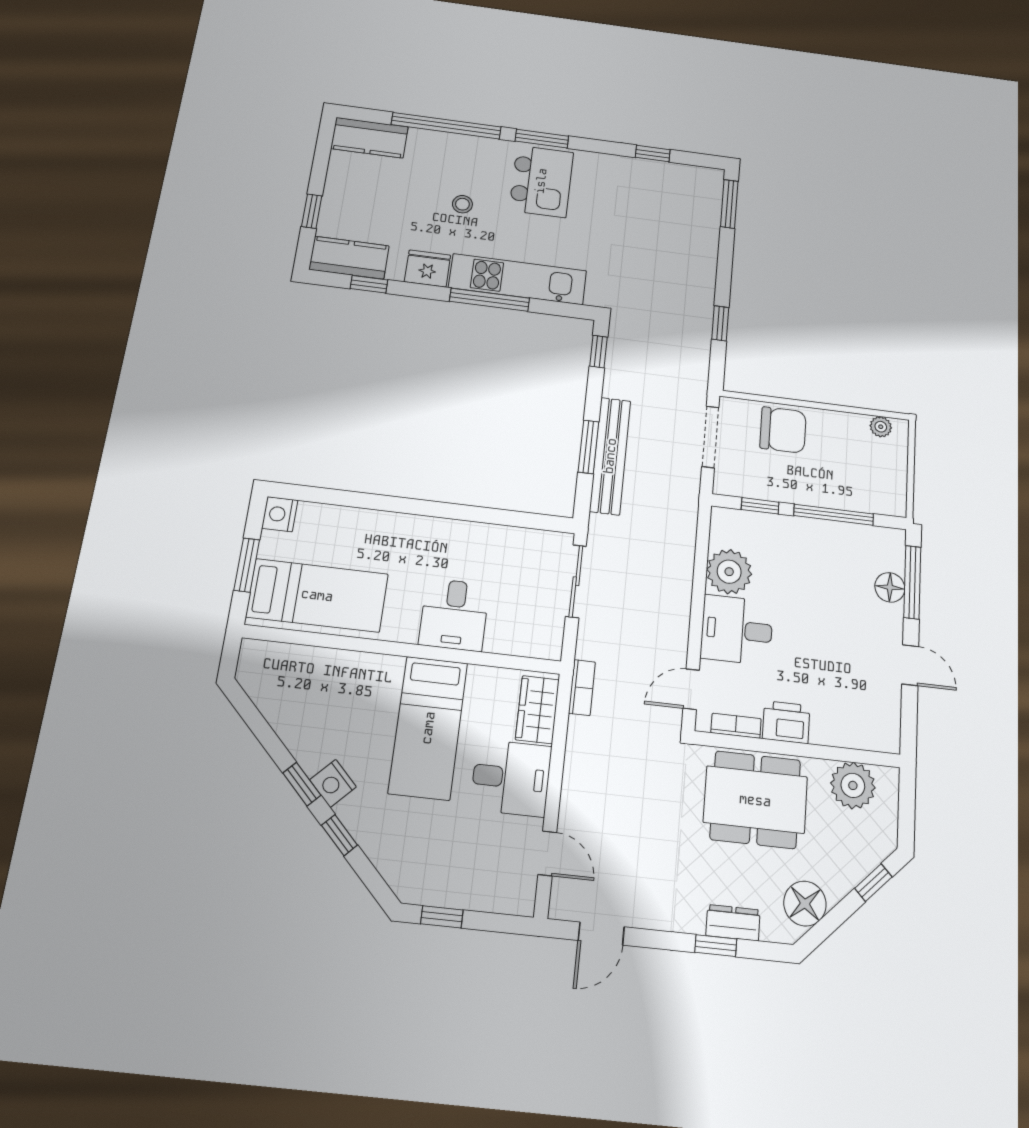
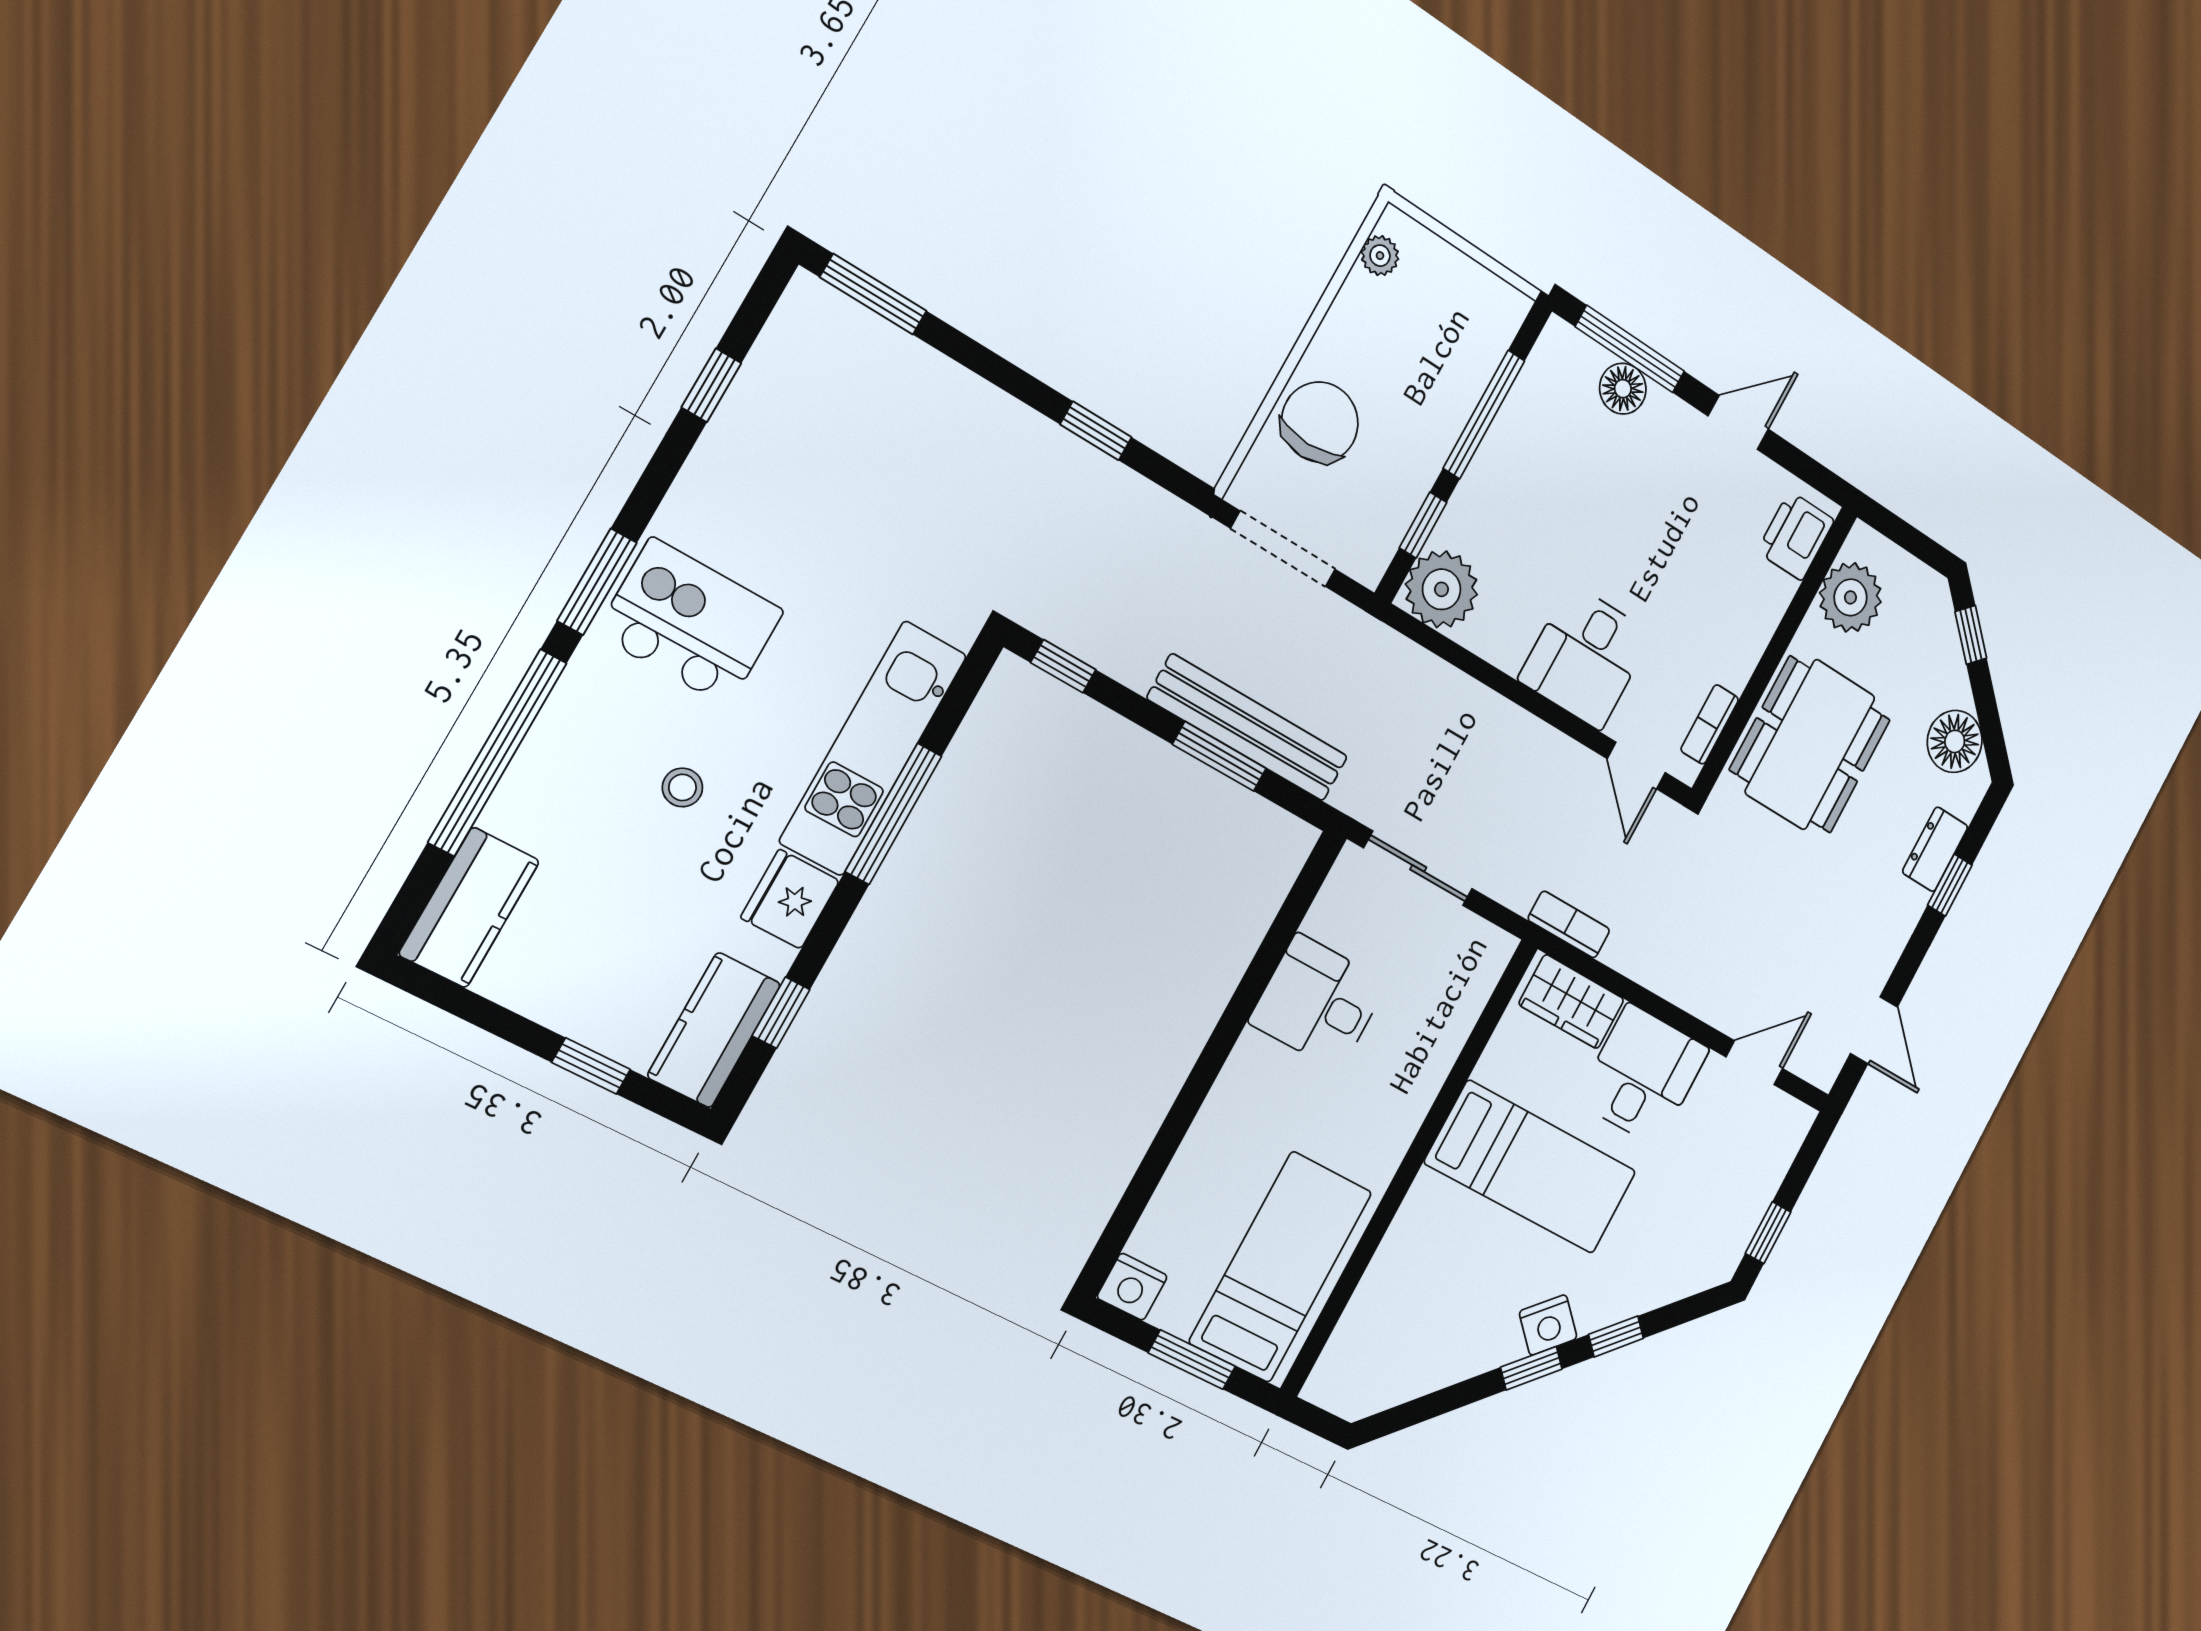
plant: (729, 572) -> (1441, 589), moved
desk: (454, 615) -> (1318, 1002), moved, turned 180
printer: (786, 722) -> (1796, 536), moved

